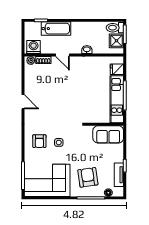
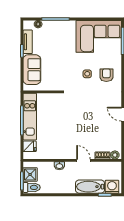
washing machine: (34, 47) -> (112, 187), moved, turned 180
sofa: (108, 134) -> (32, 70), moved, turned 90
armchair: (88, 177) -> (58, 39), removed

